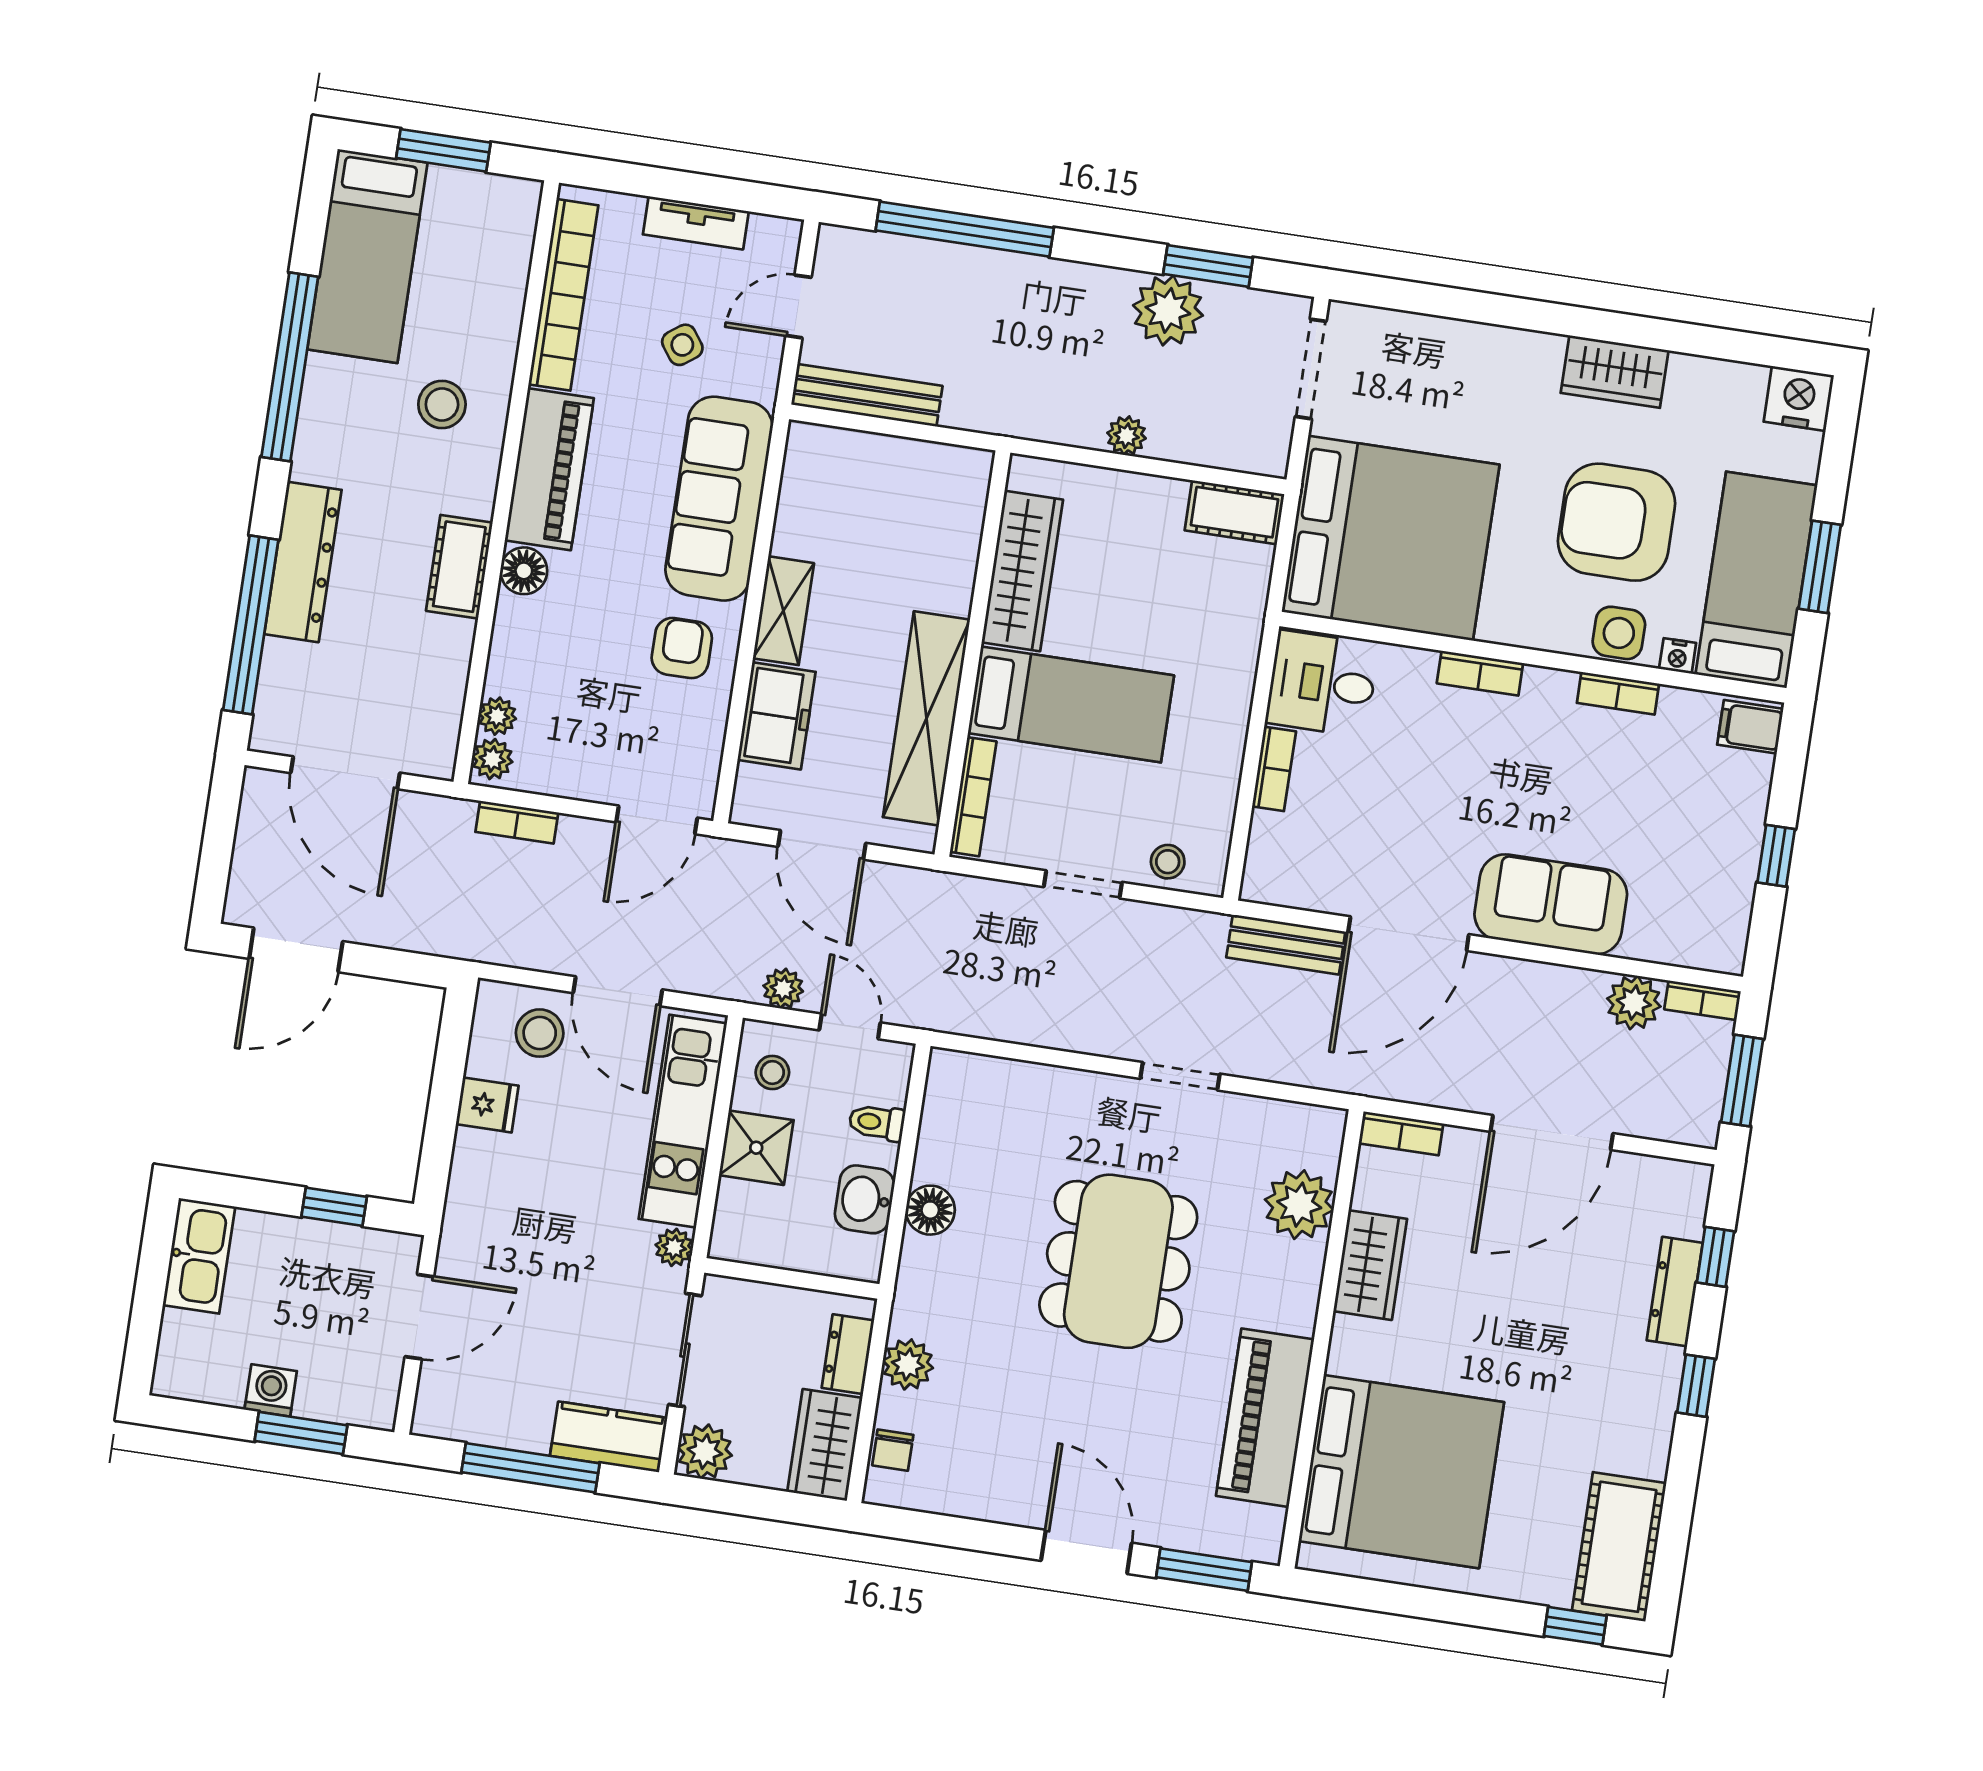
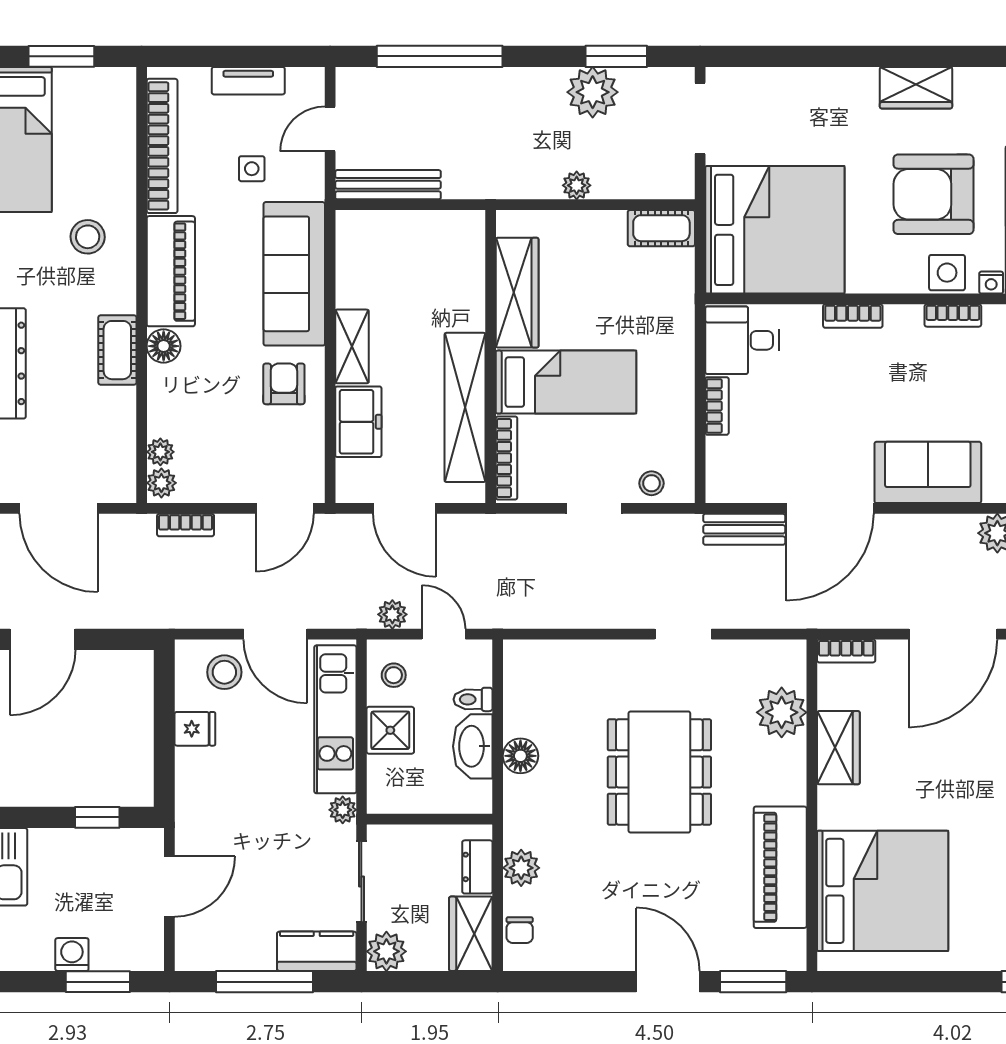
side table: (682, 345) -> (252, 169), turned 36
washbasin: (865, 1199) -> (473, 746), width x1.38

